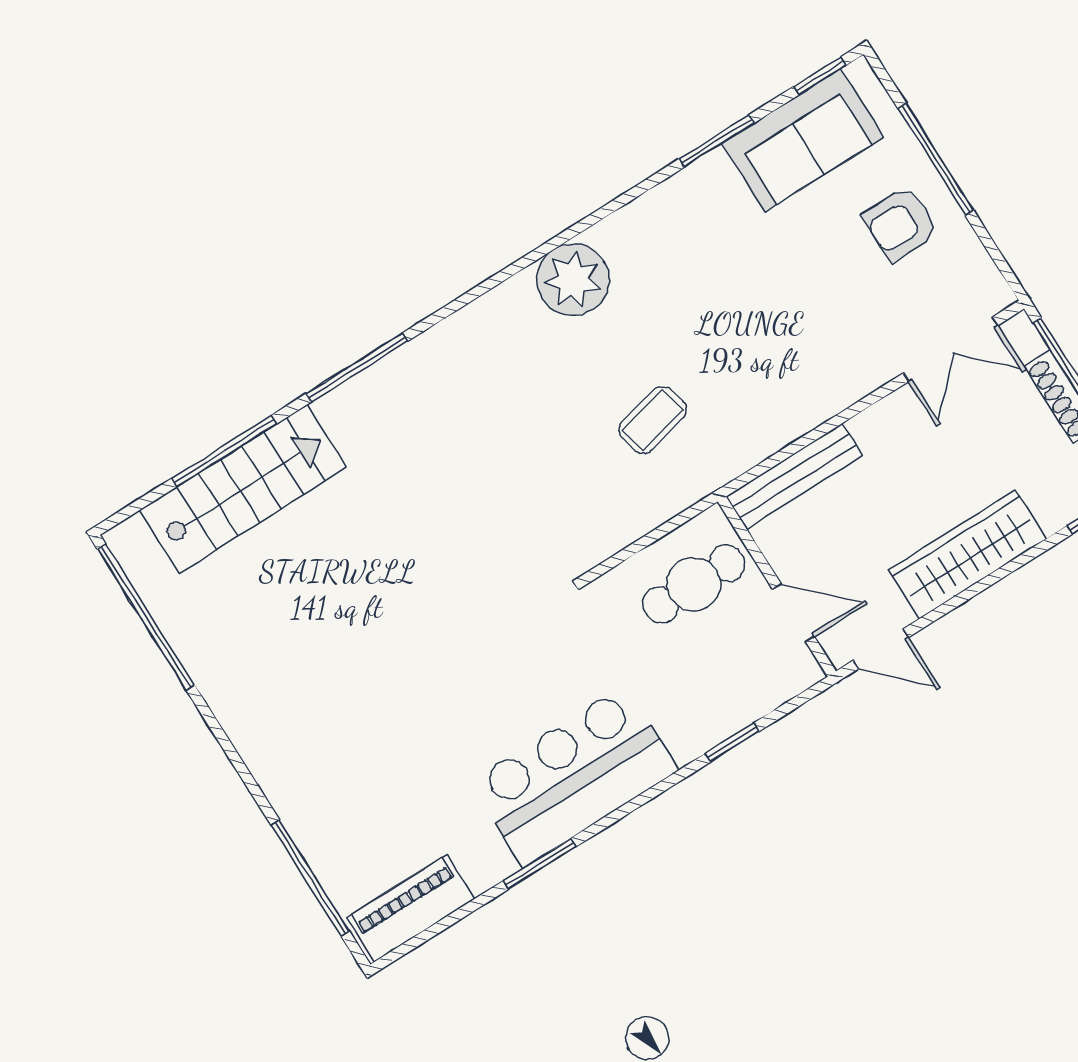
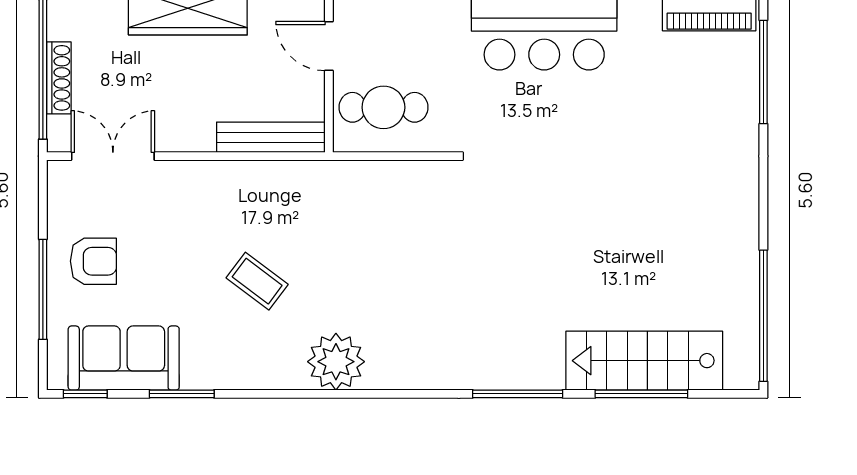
coffee table: (653, 420) -> (257, 281), moved, turned 50

